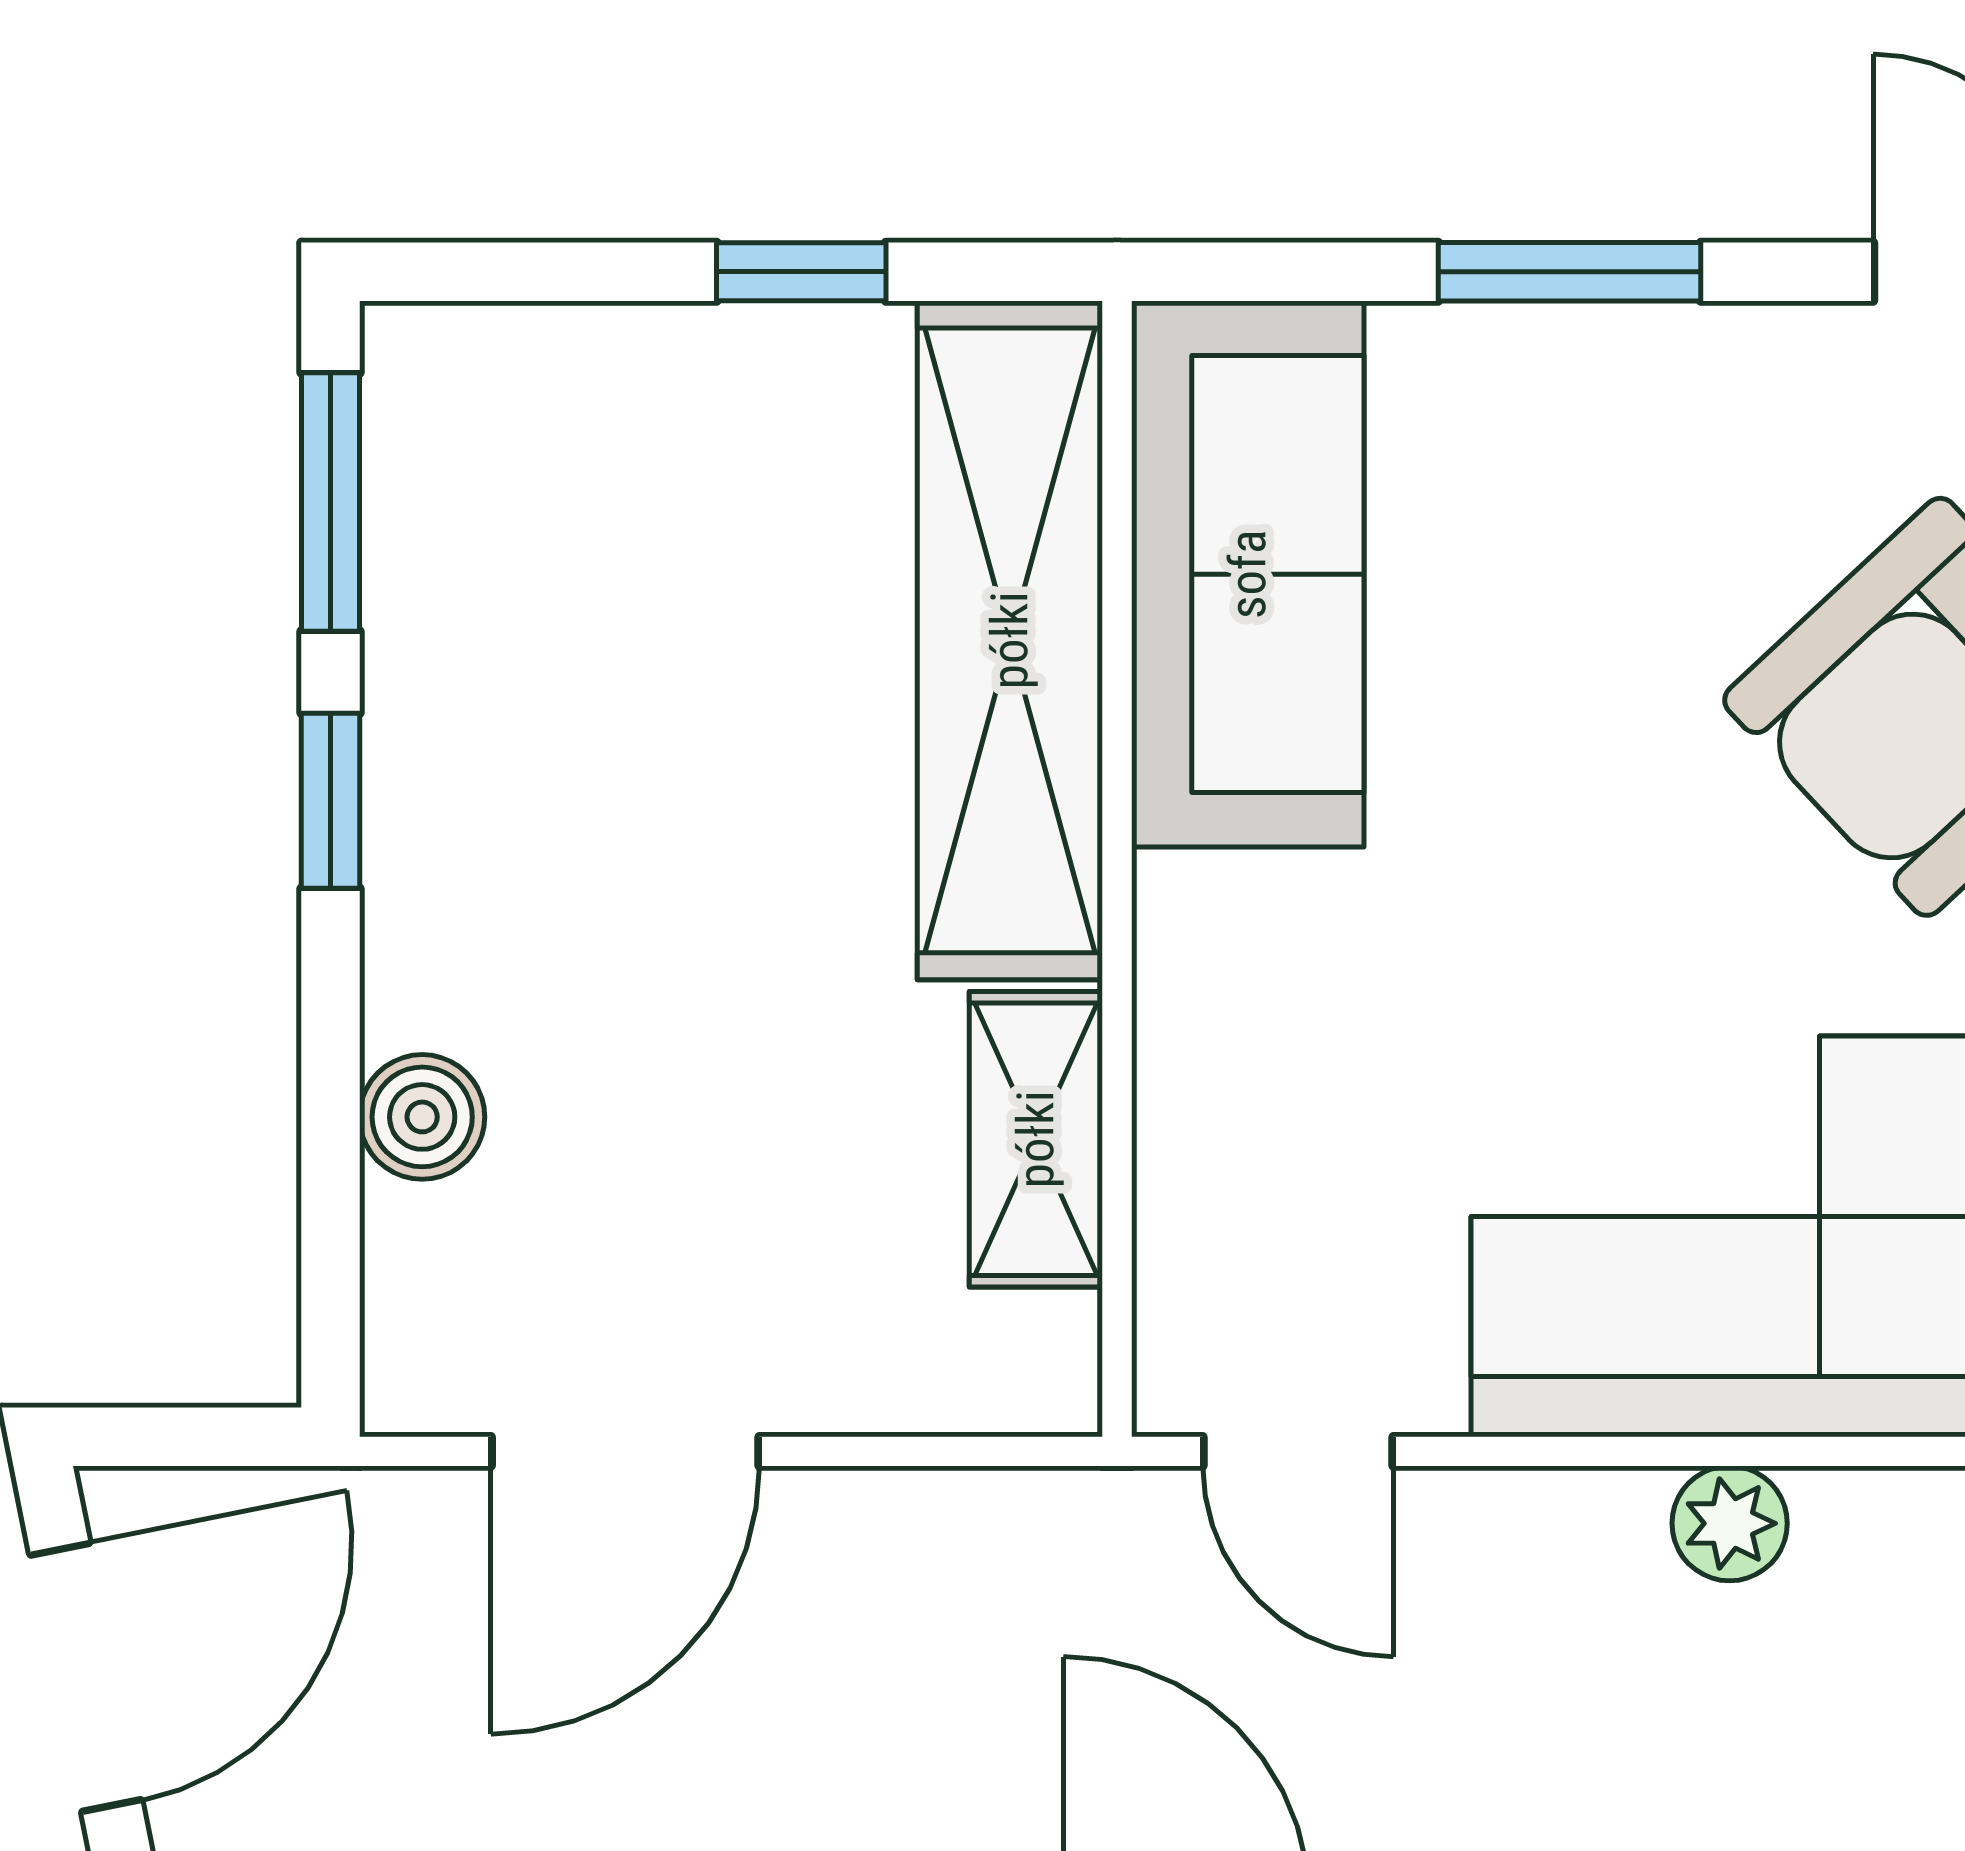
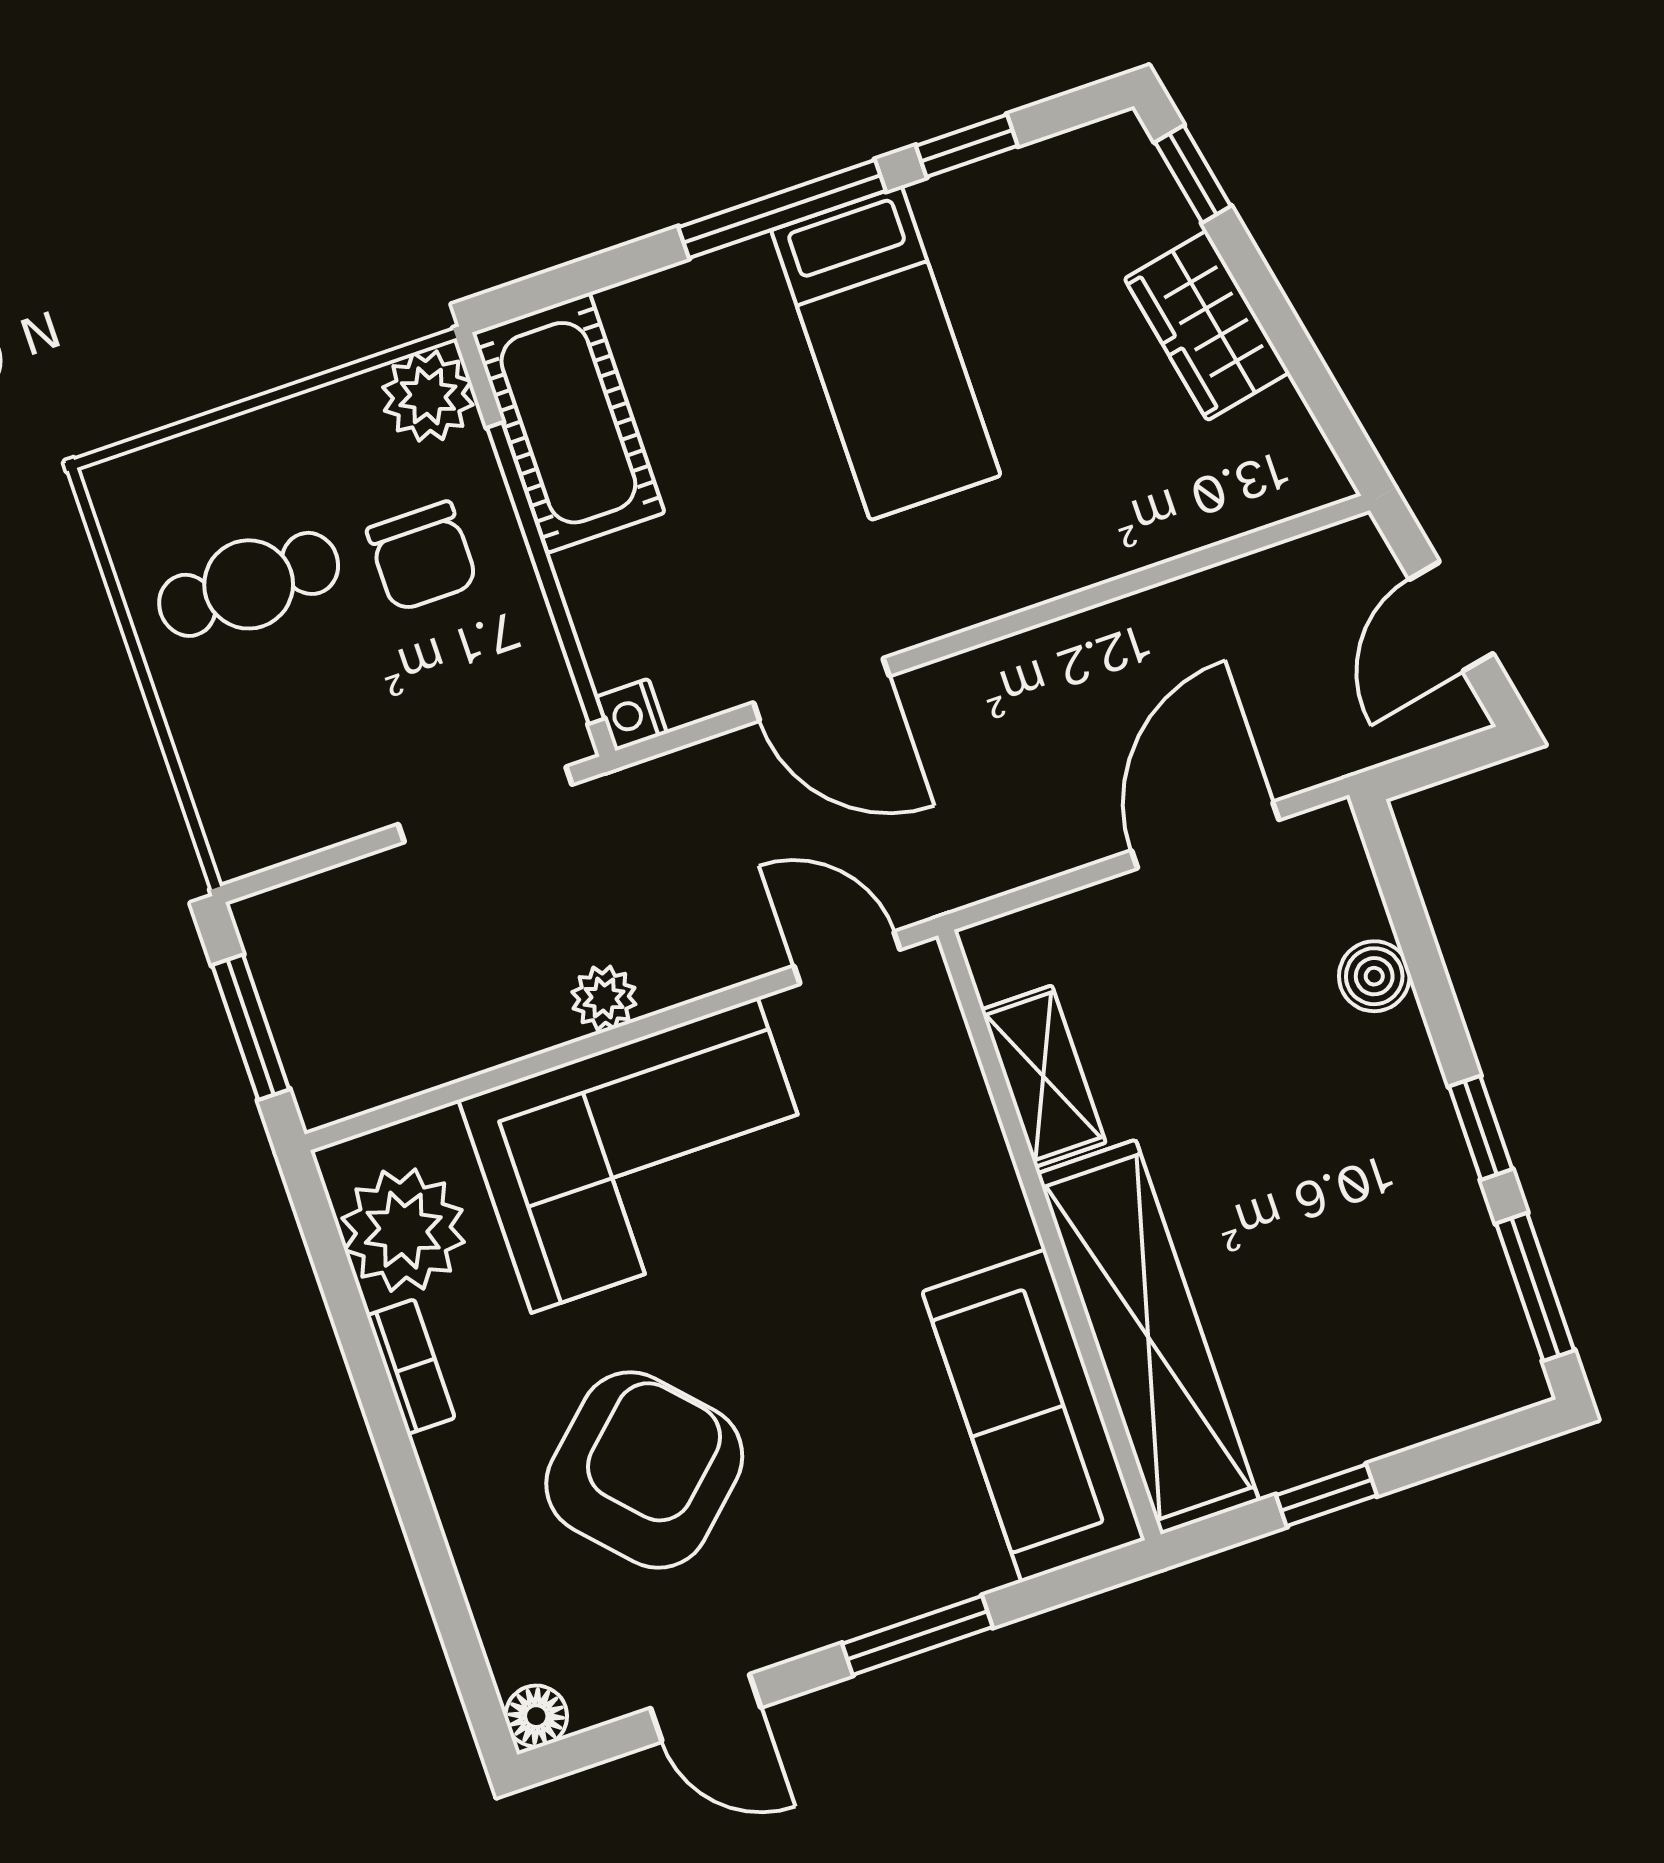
door: (86, 1677) -> (1451, 616), width x0.73

